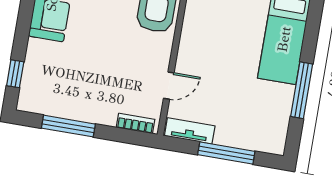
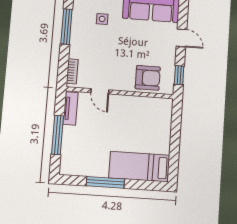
side table: (62, 72) -> (102, 19), added

